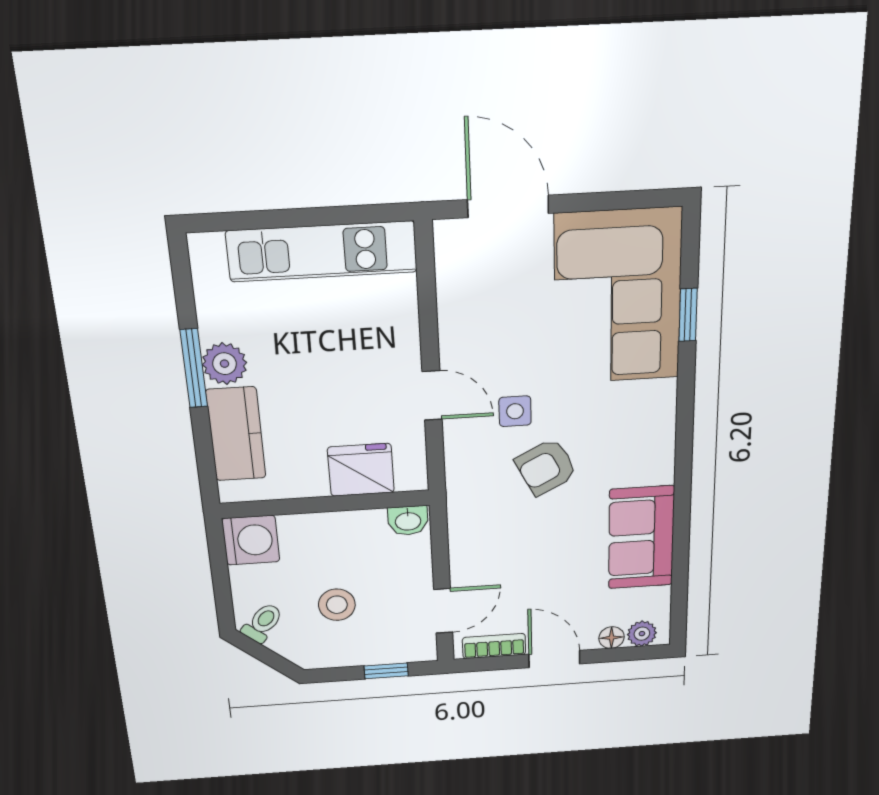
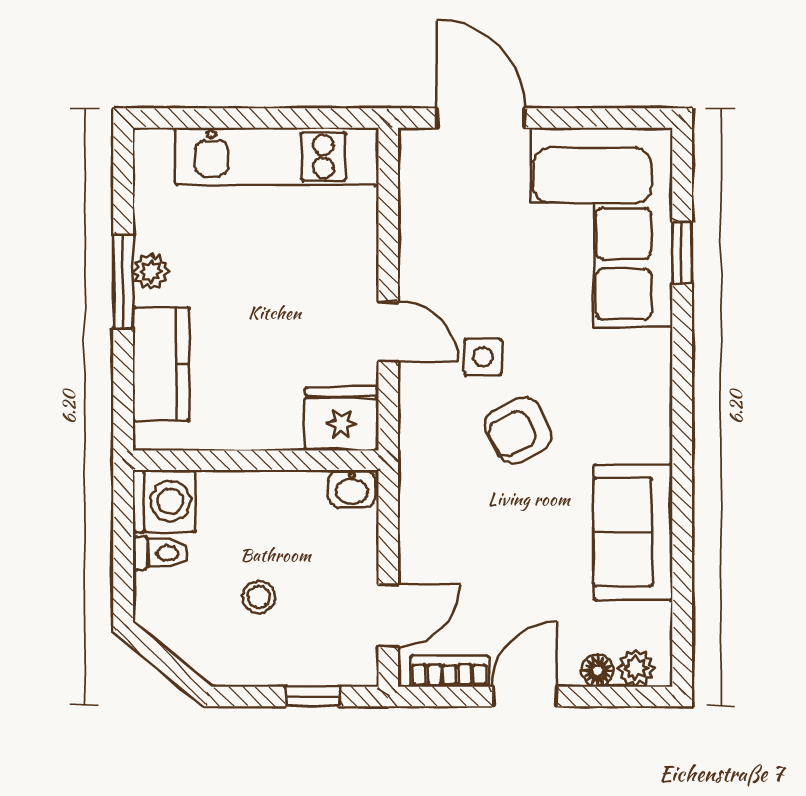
plant: (225, 364) -> (151, 272), width x0.73, depth x0.73
fridge: (361, 470) -> (342, 419), moved
stool: (337, 605) -> (259, 597), width x0.73, depth x0.73
toilet: (263, 623) -> (160, 553), moved, turned 50
door: (554, 659) -> (525, 696), hinge flipped

